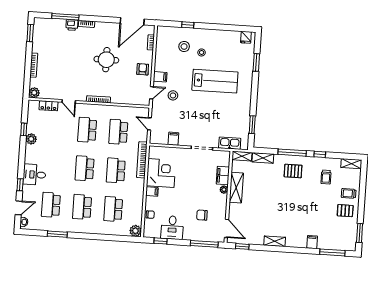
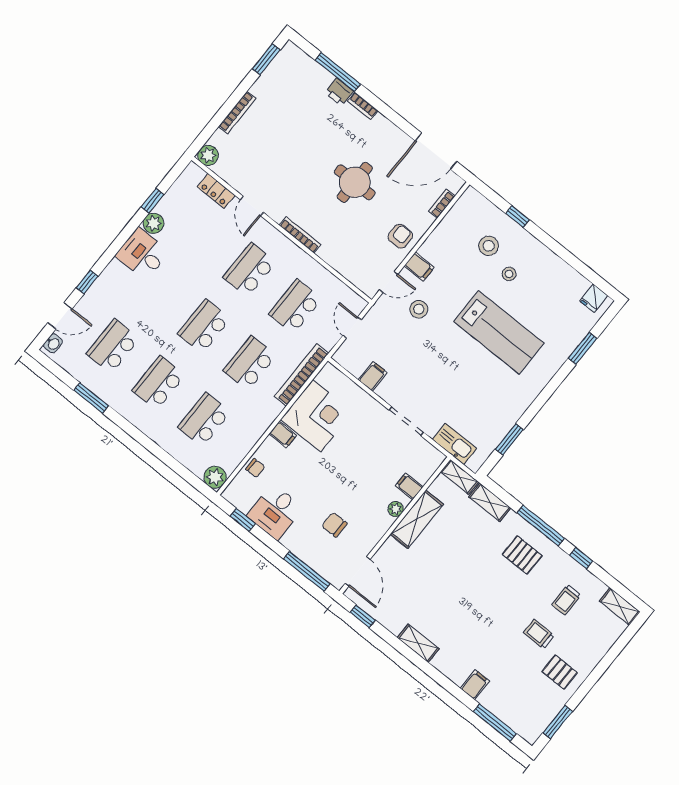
desk: (34, 175) -> (142, 254), moved
filing cabinet: (223, 176) -> (409, 486), width x0.50
trolley: (349, 193) -> (539, 634), moved

